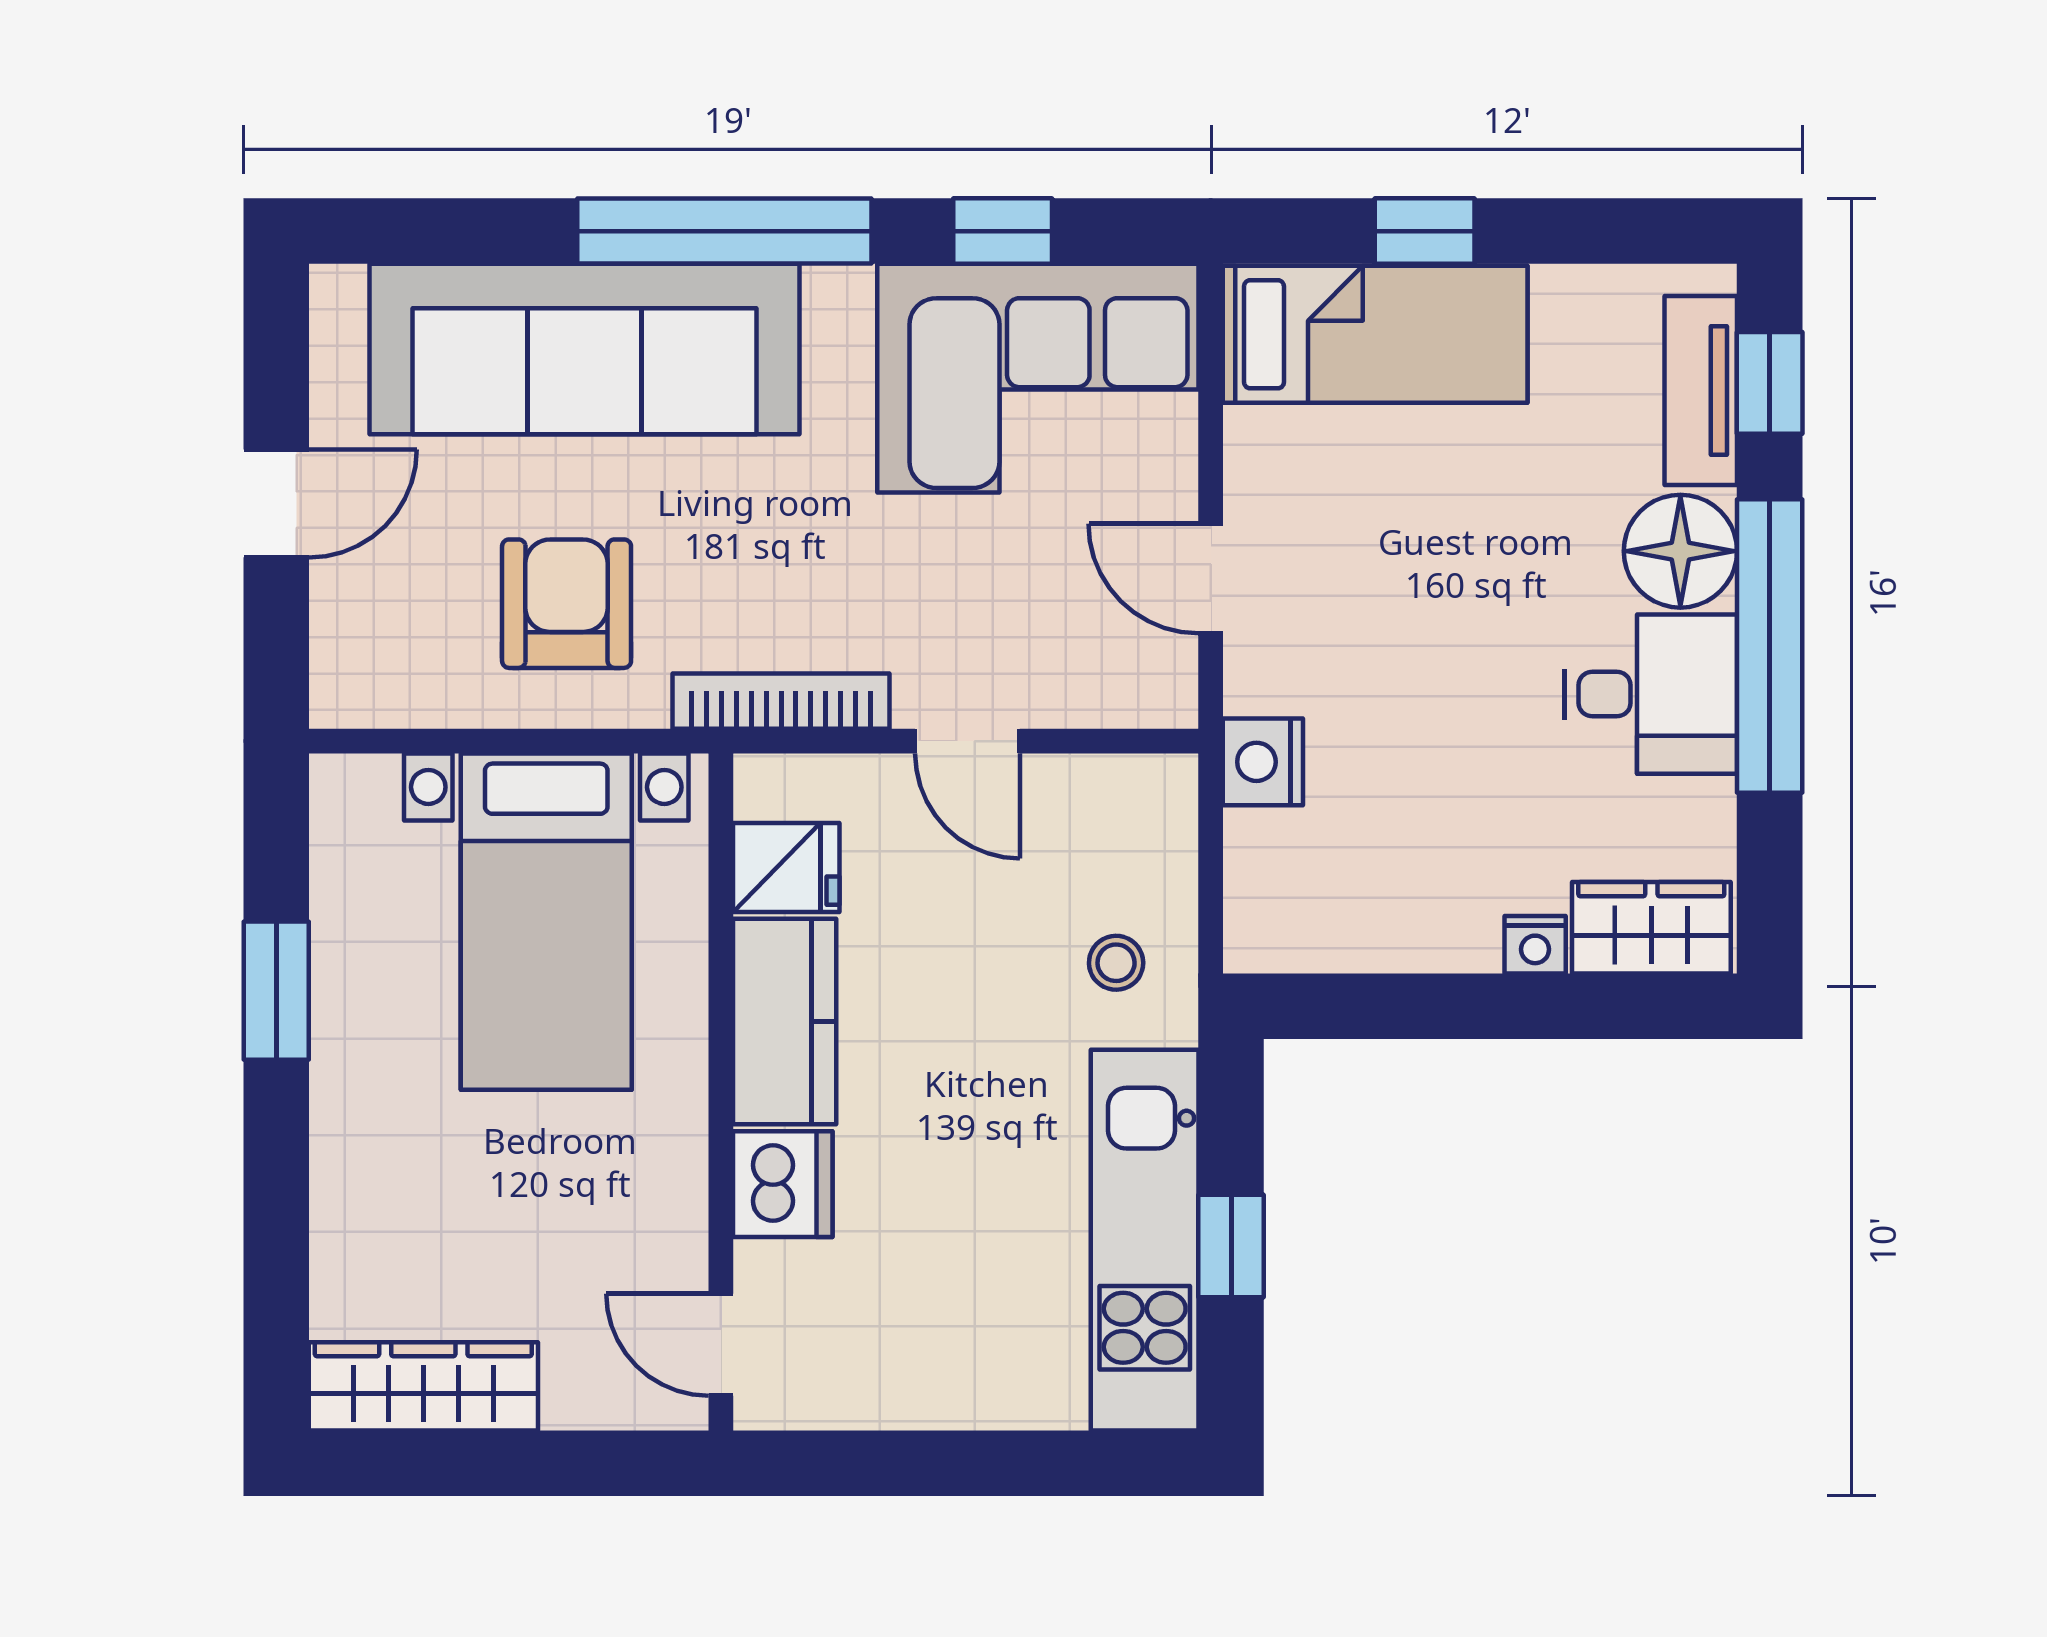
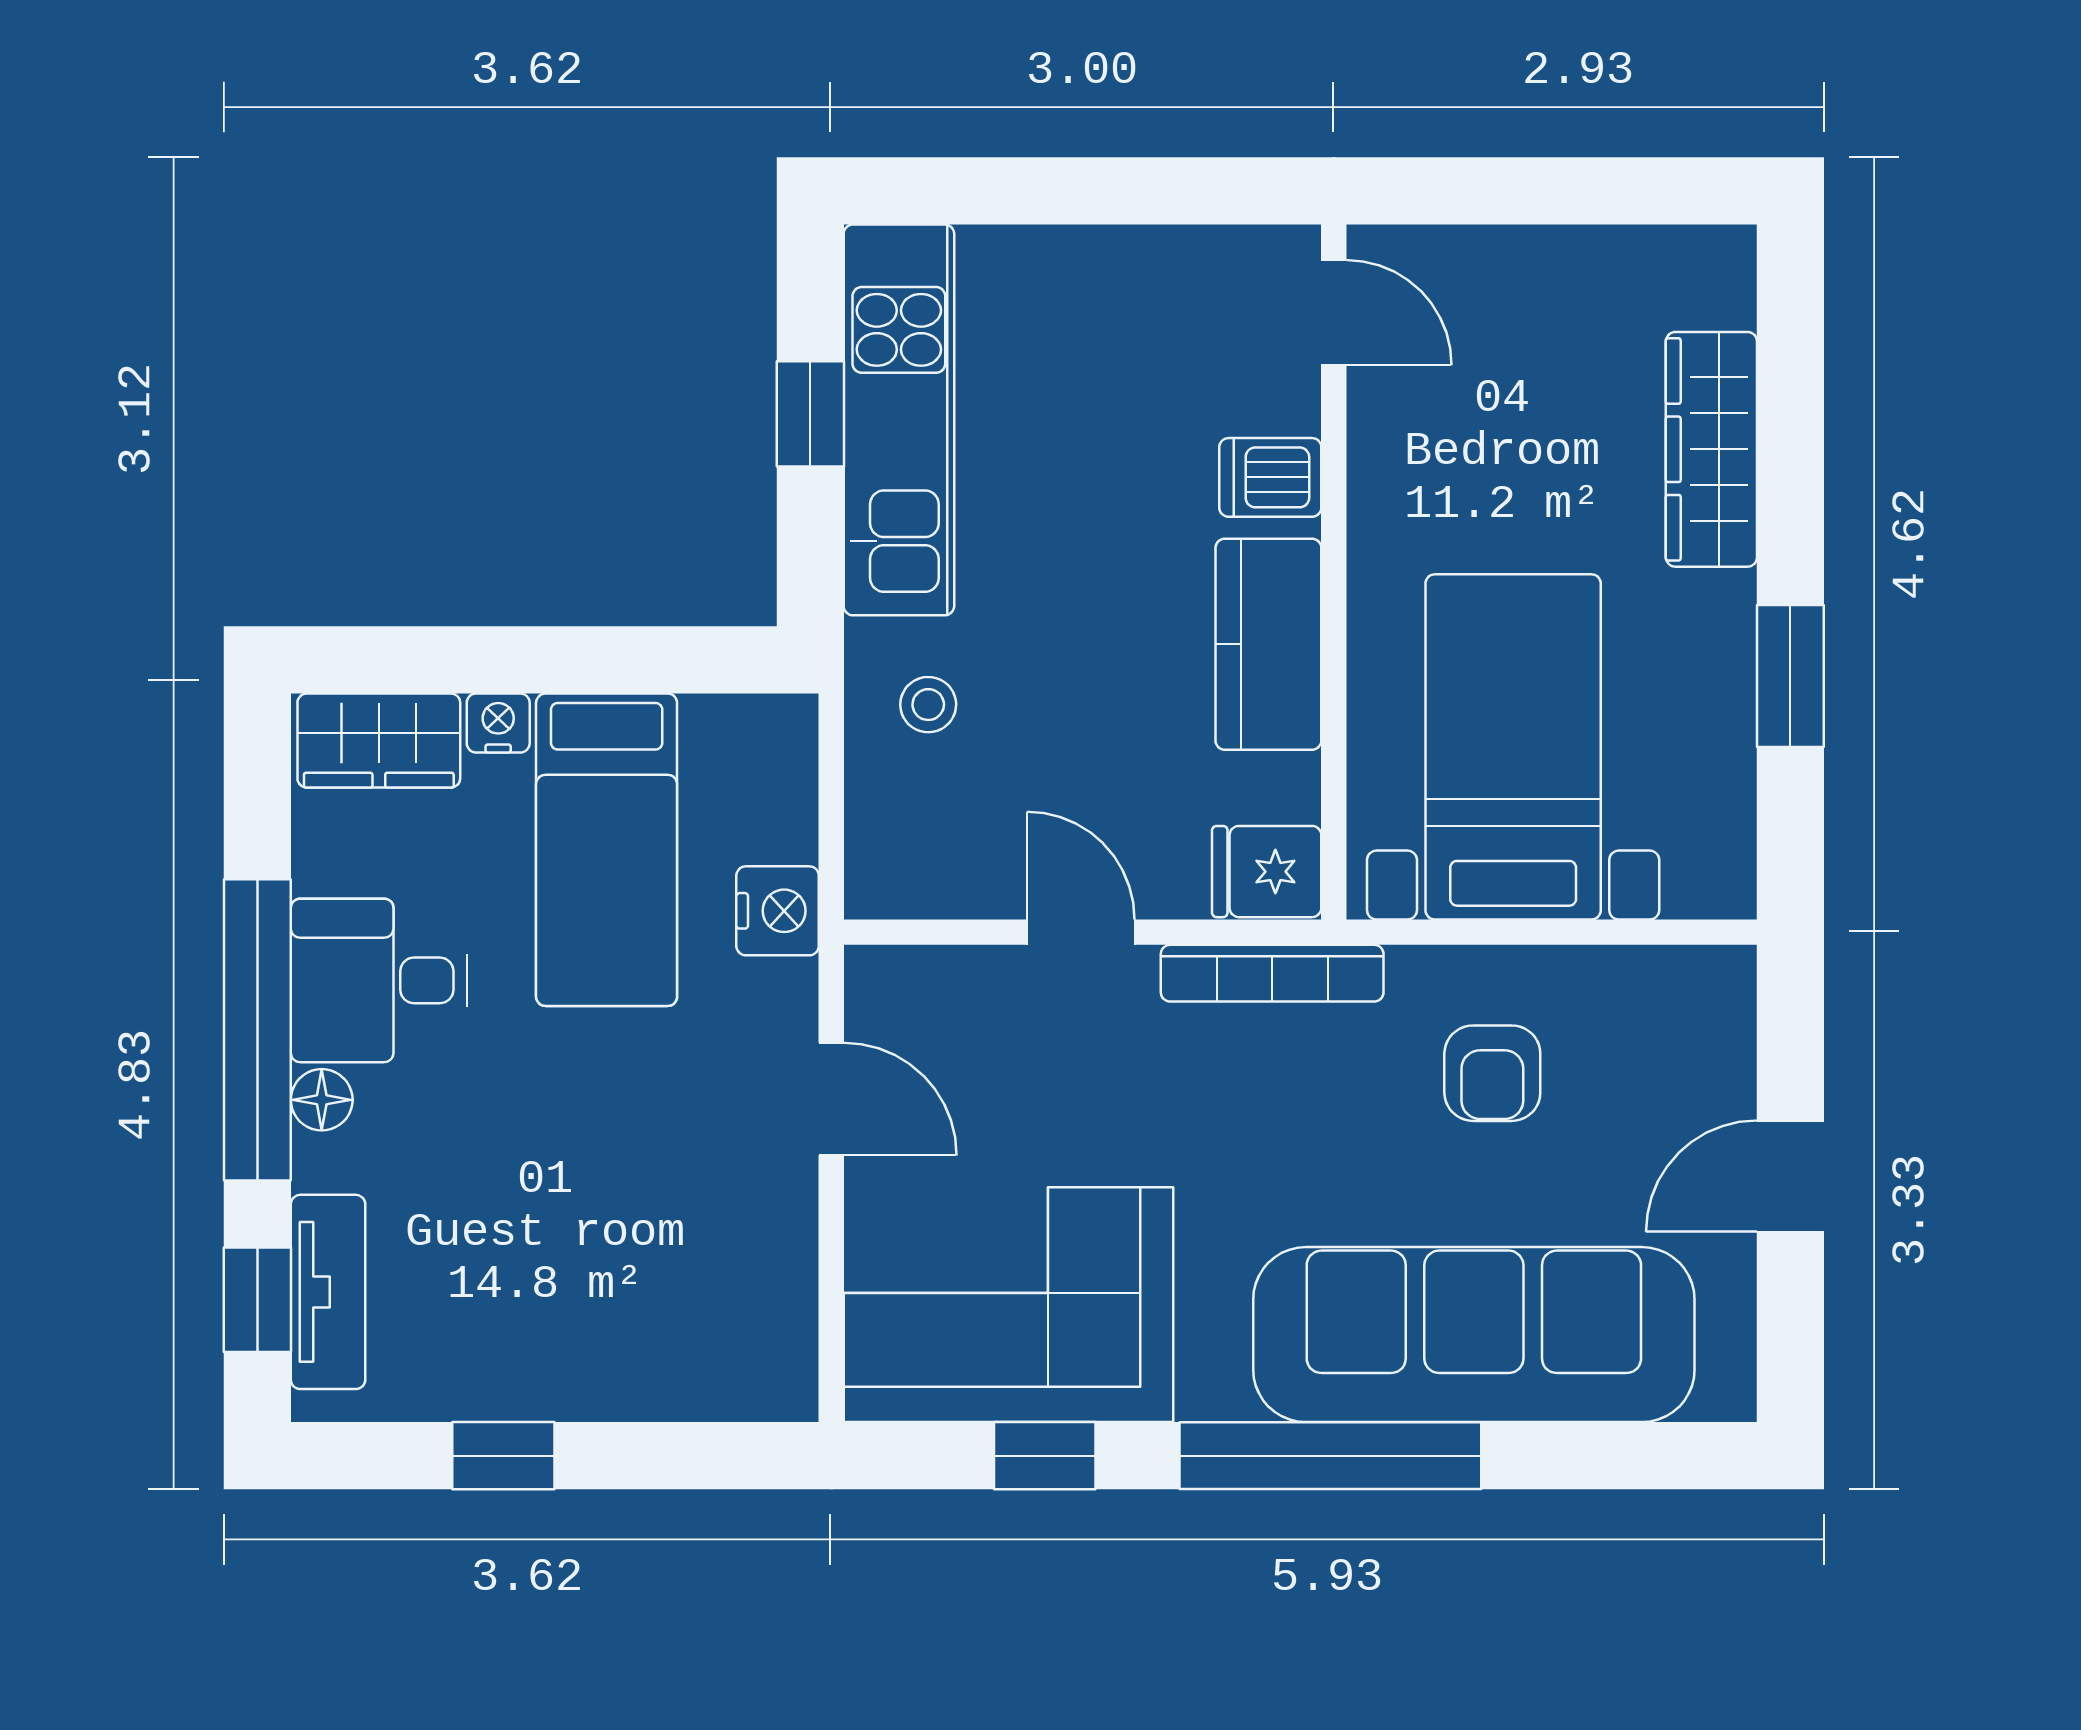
window: (1425, 231) -> (503, 1456), moved
bed: (1375, 334) -> (607, 850), moved, turned -90
floor lamp: (1680, 551) -> (322, 1100), width x0.53, depth x0.53
armchair: (567, 604) -> (1492, 1073), width x0.72, depth x0.72
fridge: (786, 868) -> (1267, 872), moved
dishwasher: (783, 1184) -> (1270, 477), width x0.73
wardrobe: (423, 1386) -> (1711, 449), moved, turned 90

